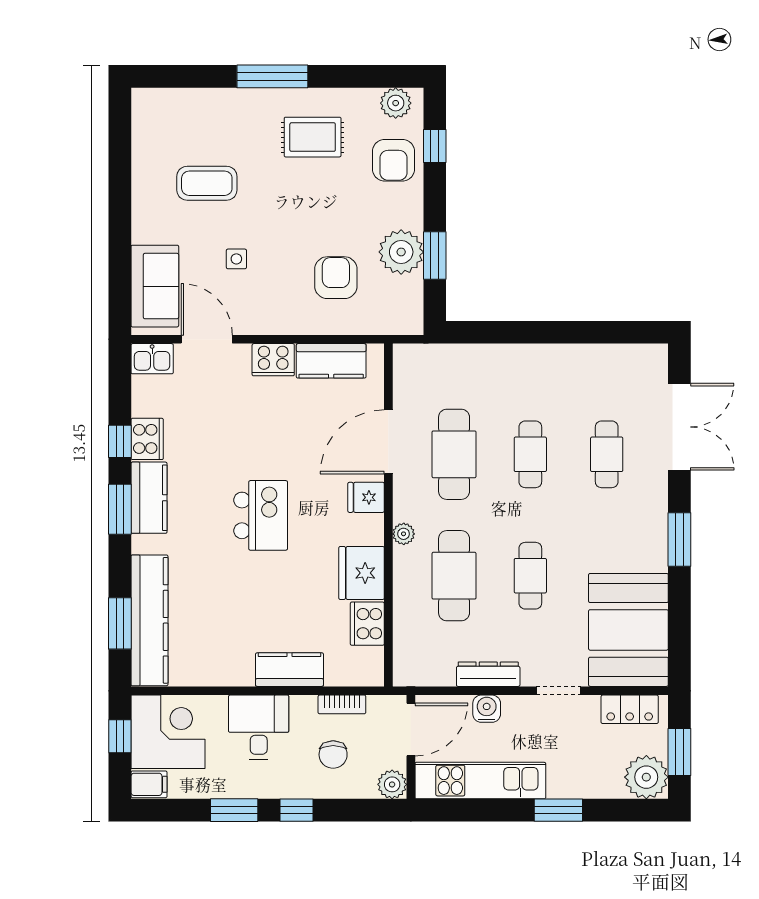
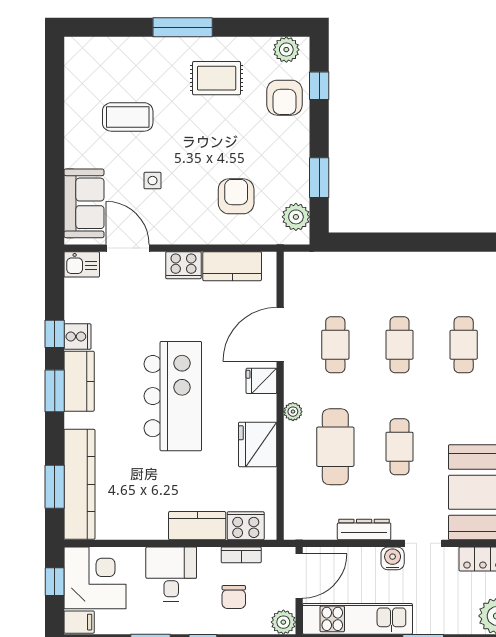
plant: (401, 252) -> (296, 217), moved, width x0.73, depth x0.73
cooker: (147, 439) -> (78, 336), width x0.73
cafe table: (454, 454) -> (335, 345), width x0.73, depth x0.74
kitchen island: (261, 515) -> (173, 396), width x1.87, depth x1.28
cooker: (367, 624) -> (246, 526), moved, turned 90
water cooler: (487, 709) -> (393, 558), moved

